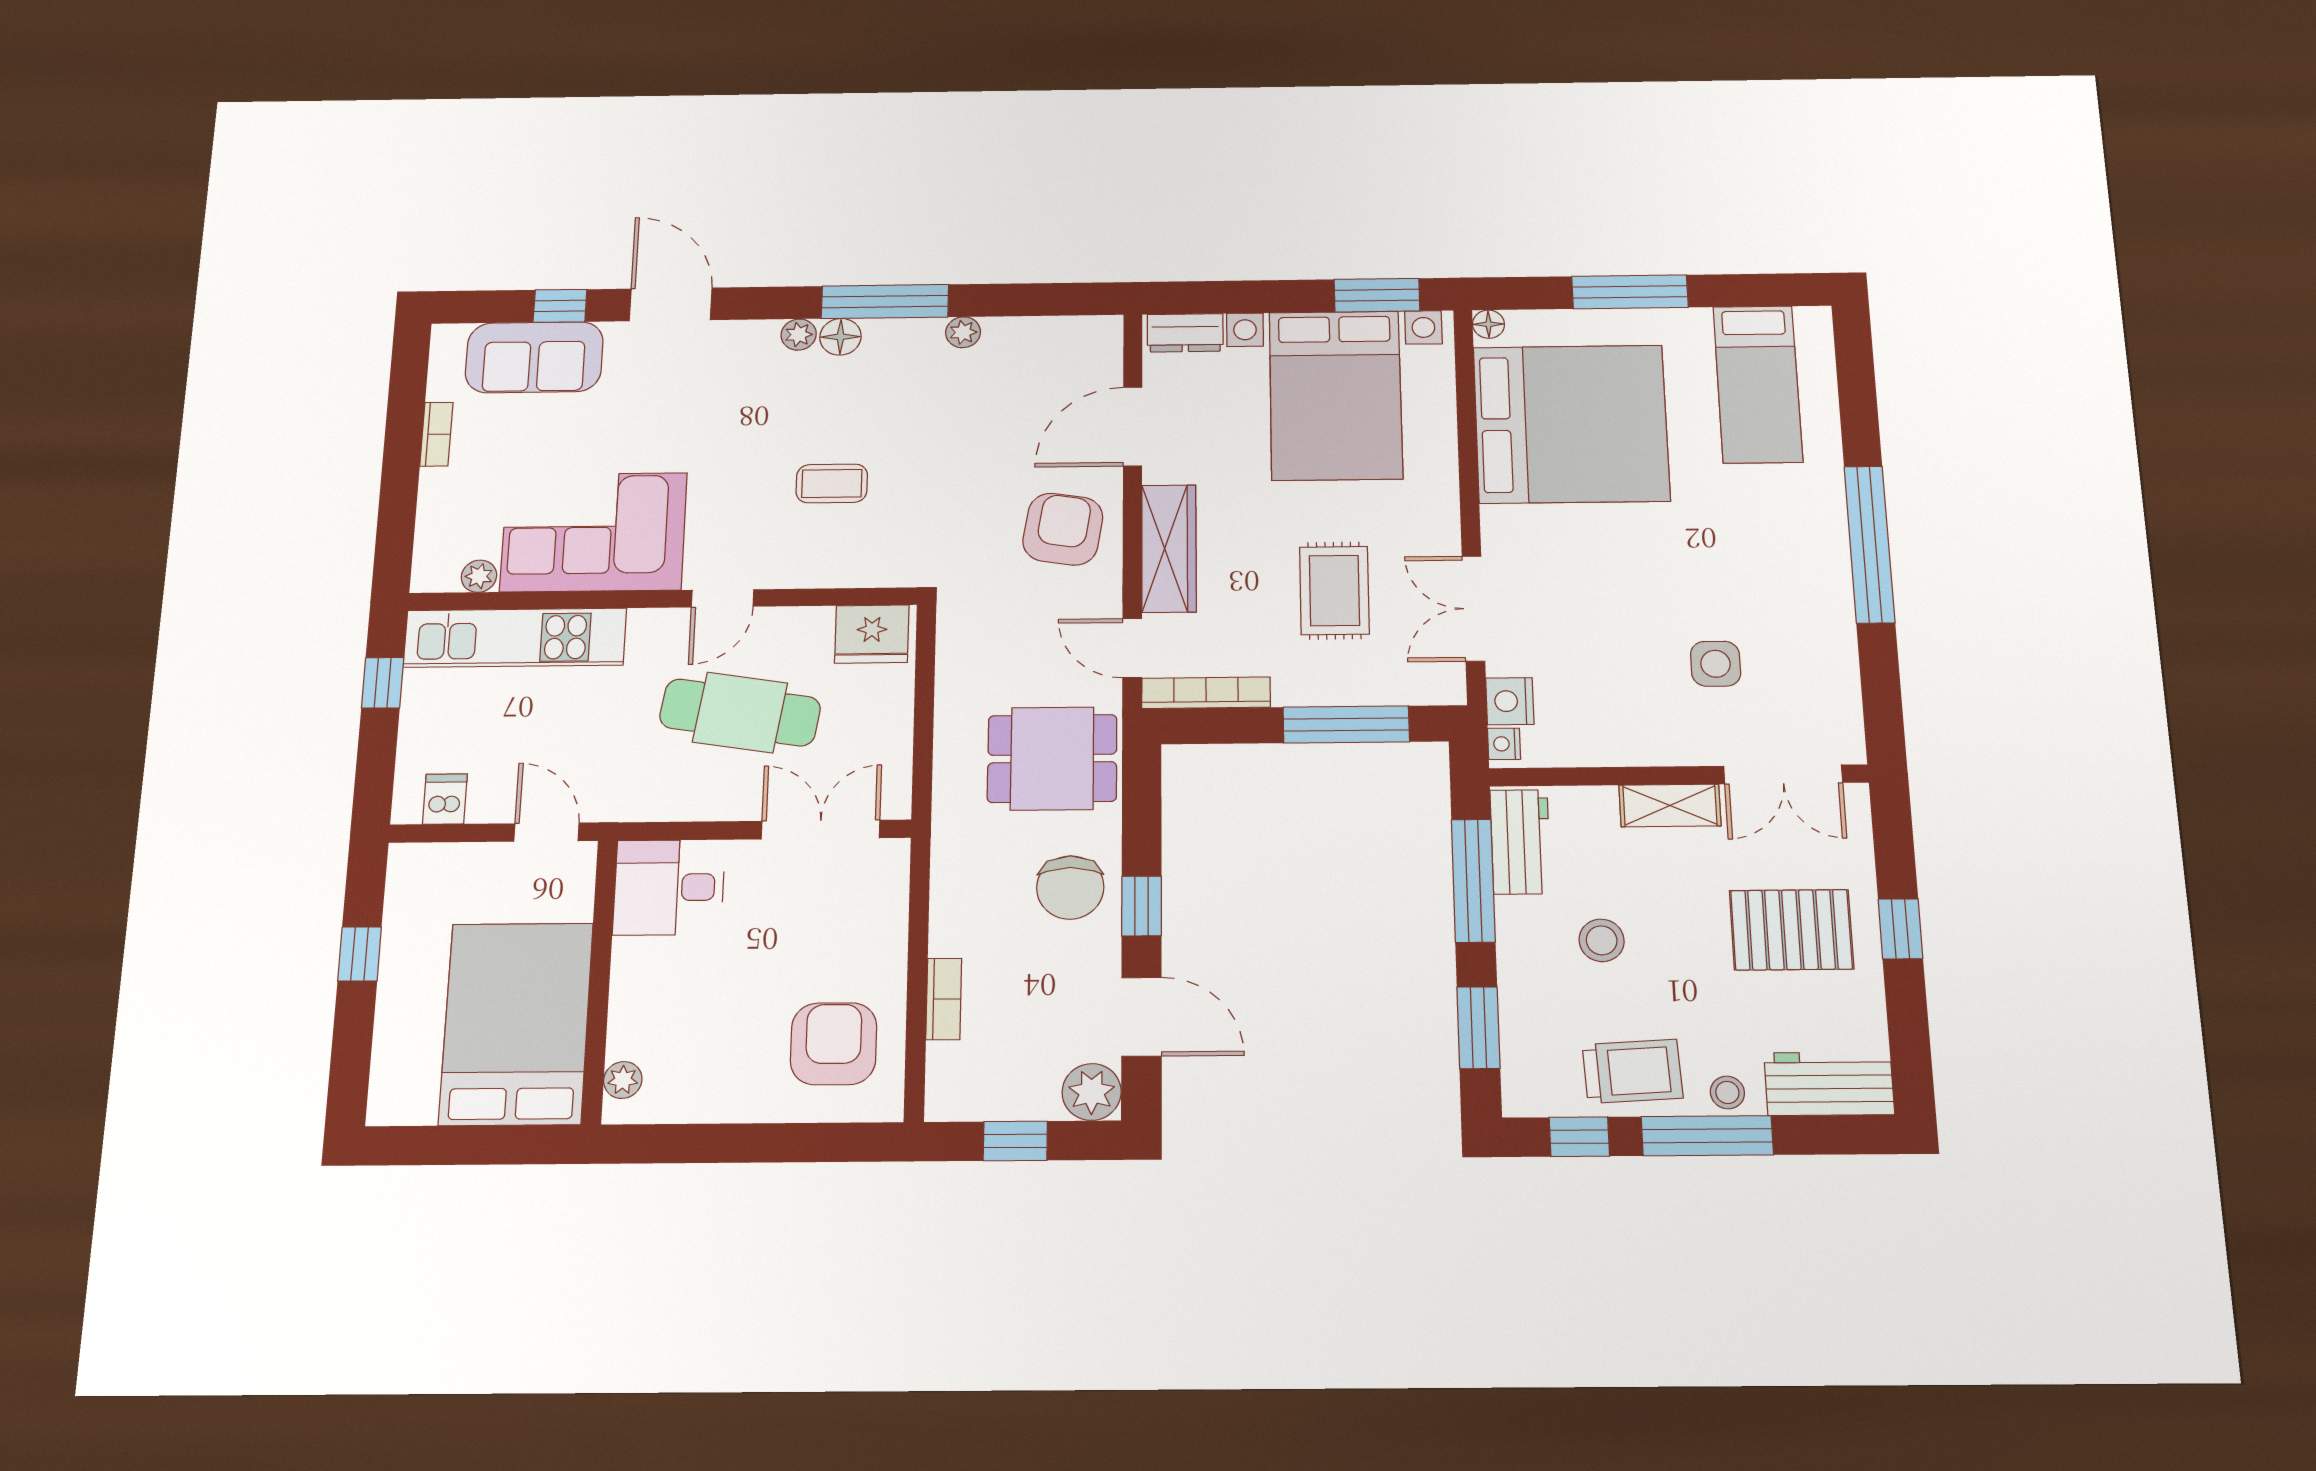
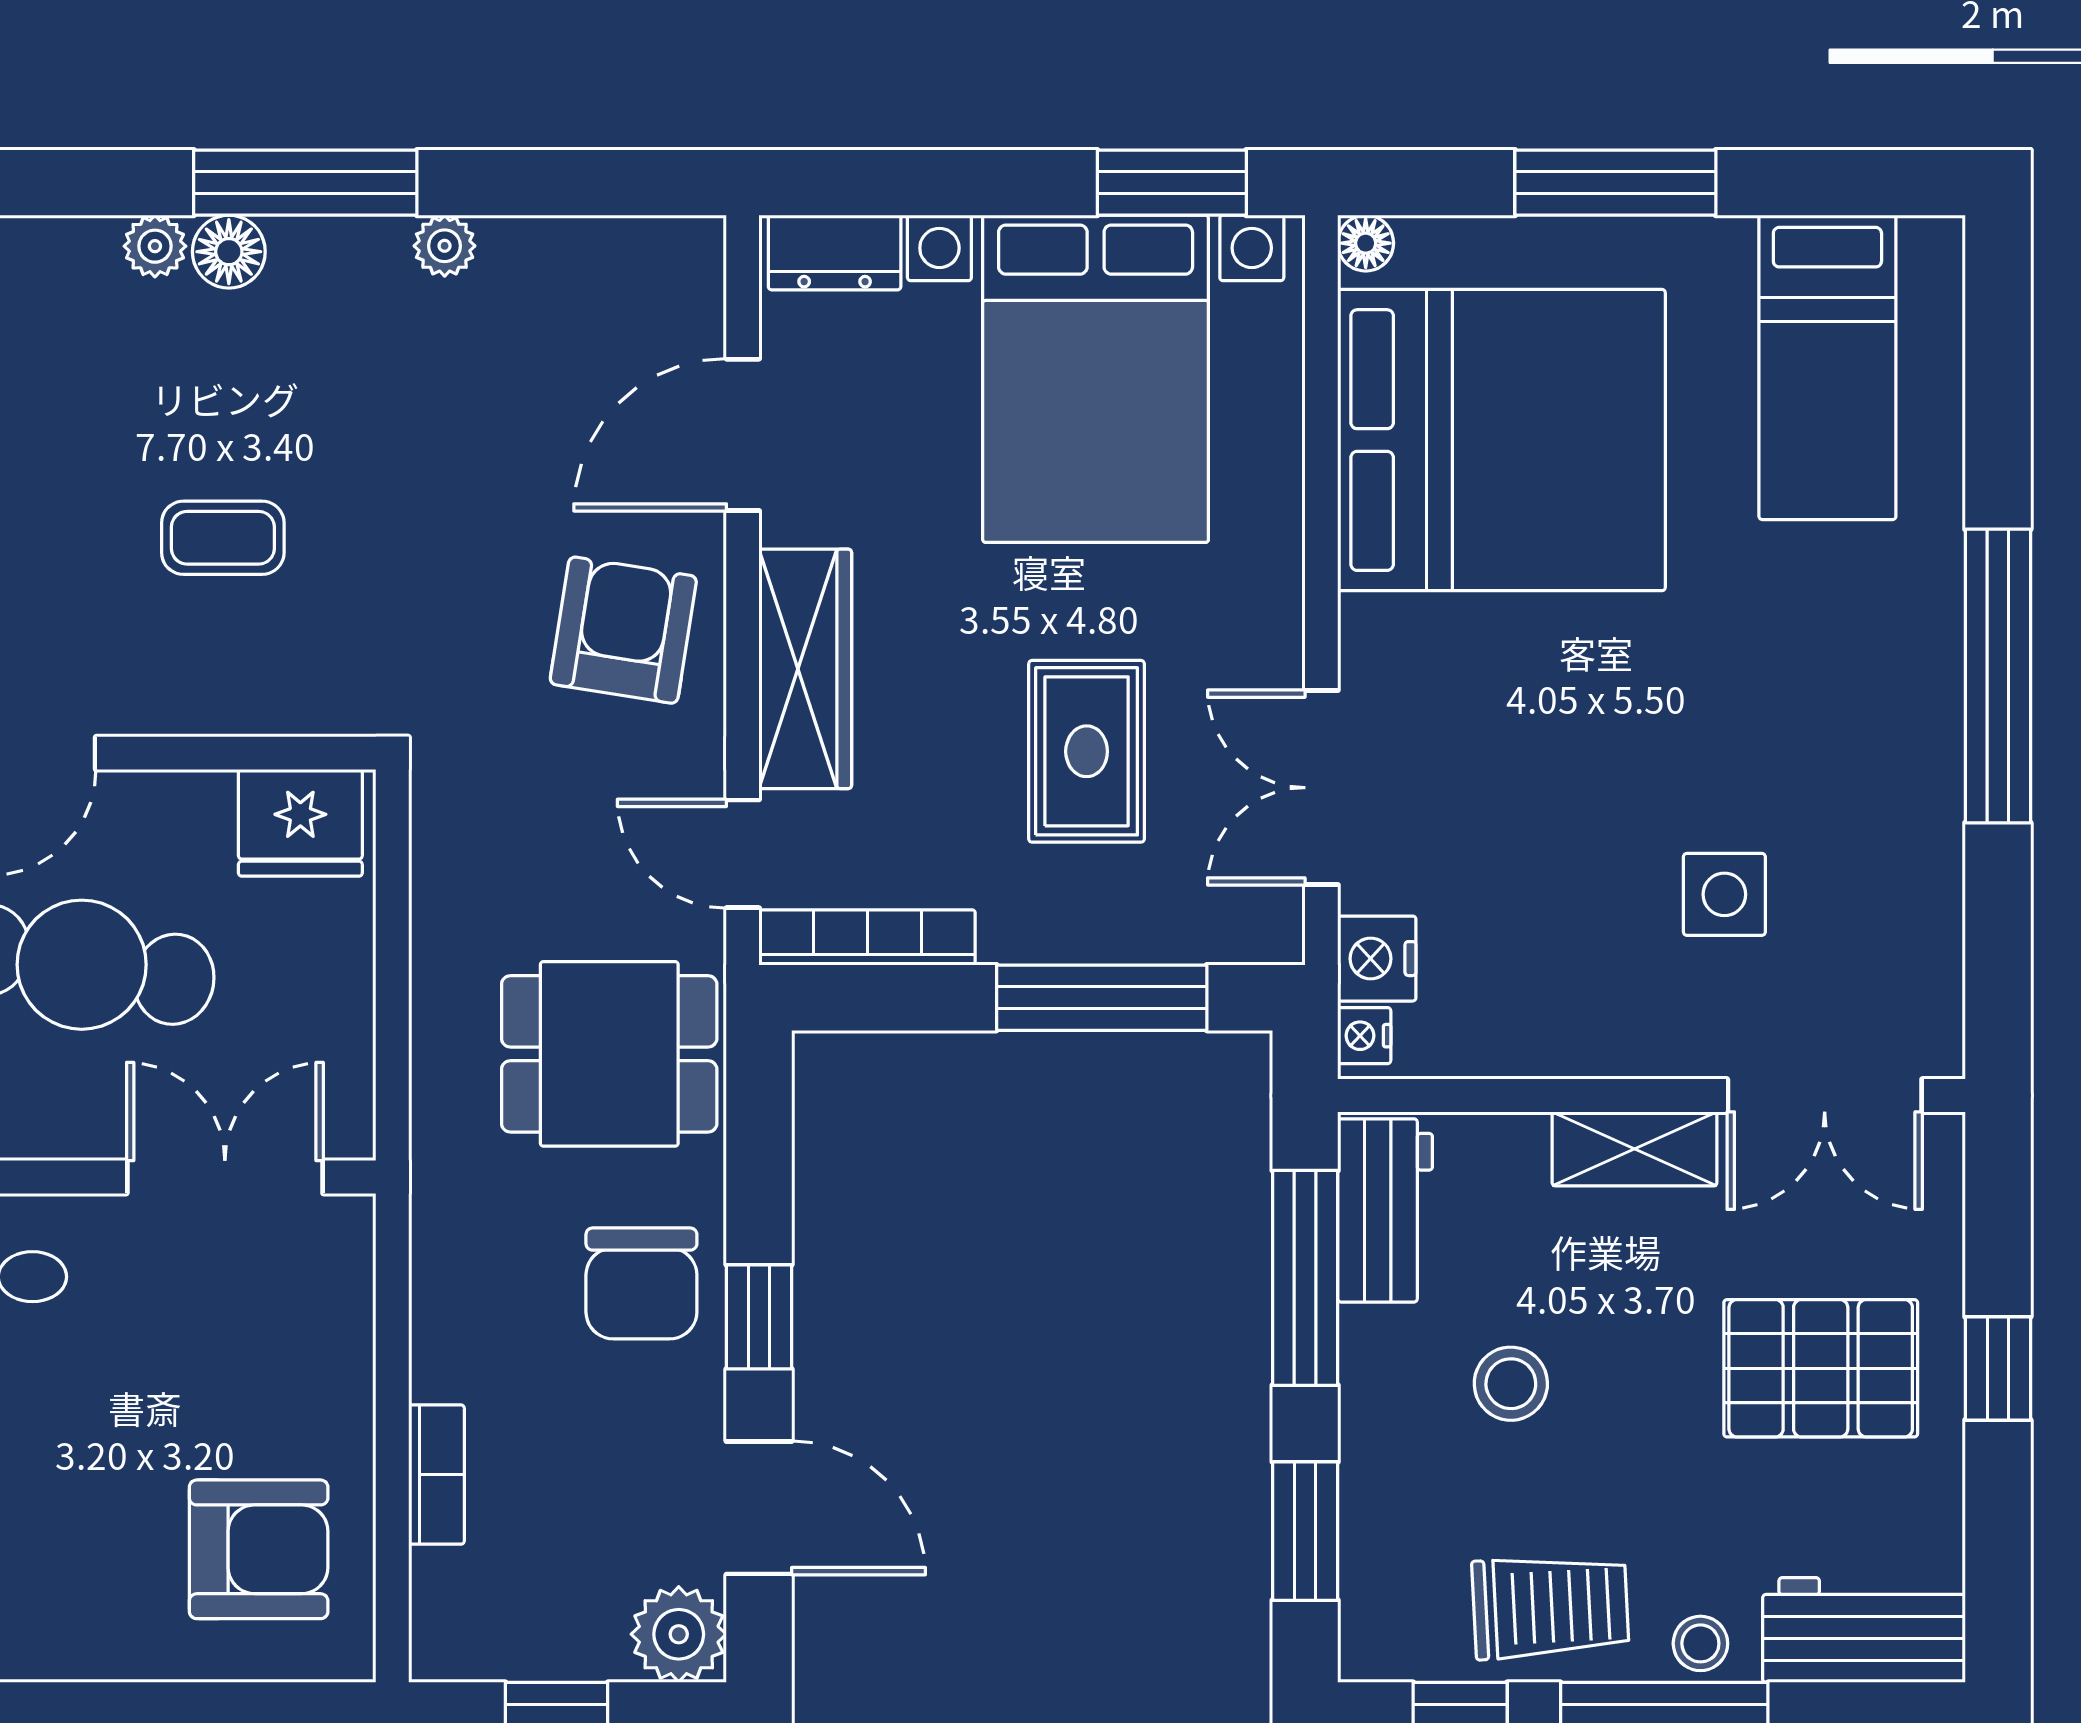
armchair: (834, 1044) -> (259, 1549), turned 90

